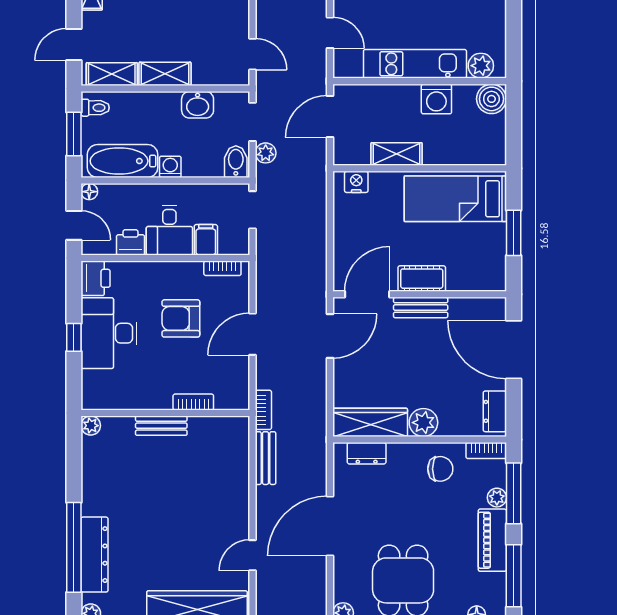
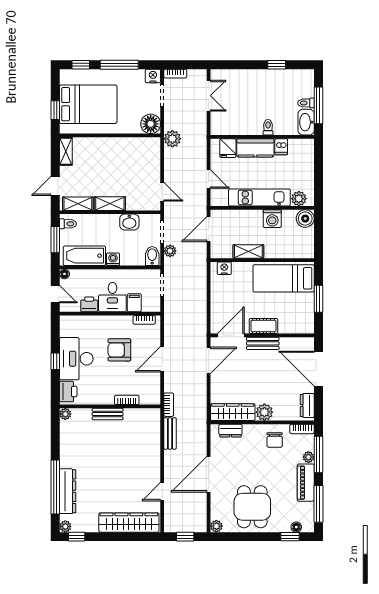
printer: (95, 278) -> (68, 392), moved
chair: (440, 469) -> (275, 440), turned 90

